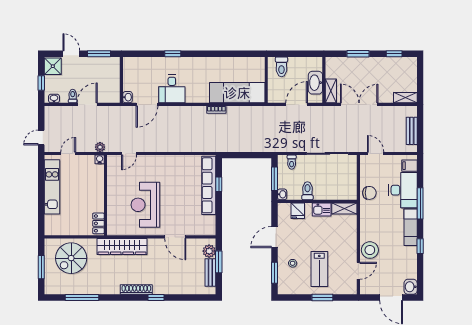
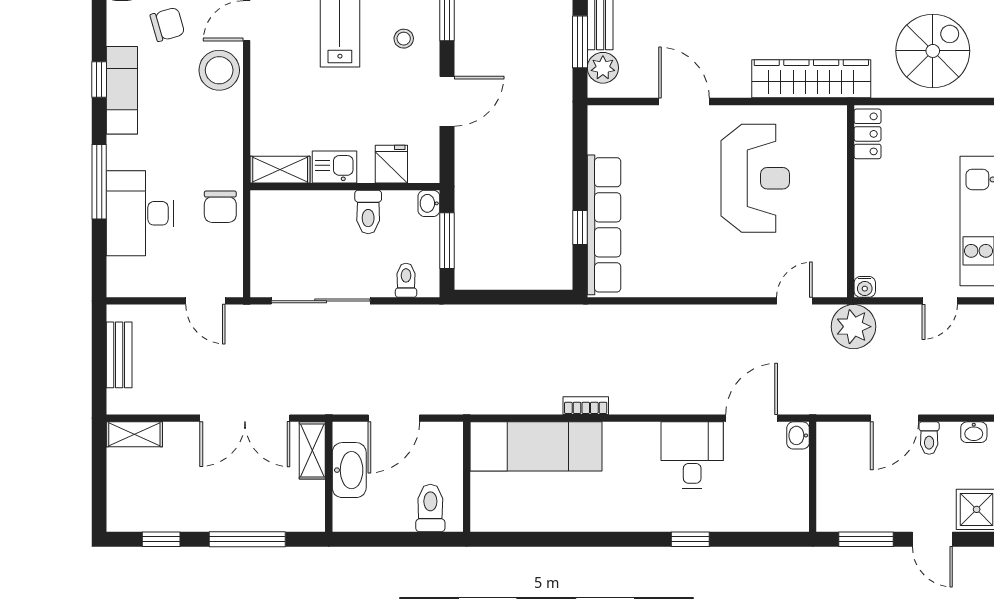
window: (358, 54) -> (247, 539), width x1.44
plant: (100, 147) -> (853, 327), width x1.88, depth x1.88
filing cabinet: (409, 166) -> (125, 272), removed
chair: (369, 193) -> (220, 207), turned -90
exam couch: (411, 227) -> (122, 90), moved
chair: (392, 269) -> (167, 24), added

